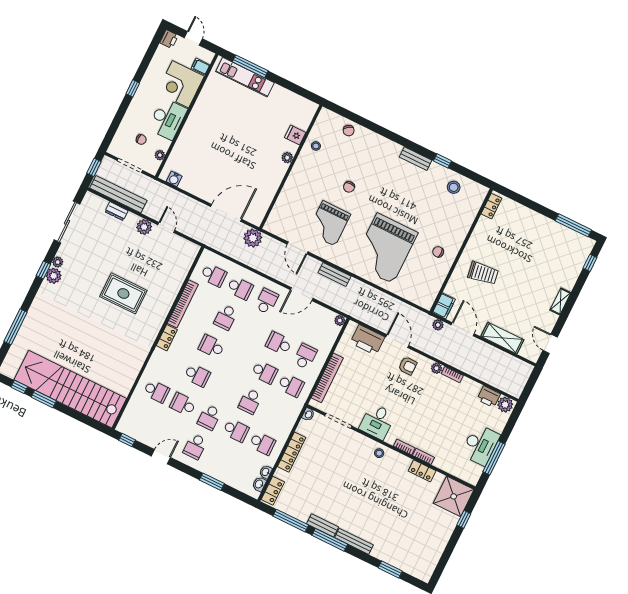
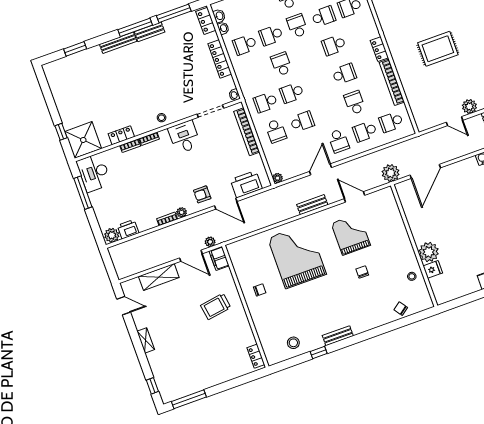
plant: (287, 158) -> (429, 252), width x1.87, depth x1.87
desk: (480, 445) -> (94, 173), moved

